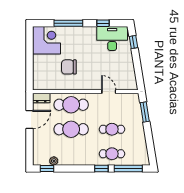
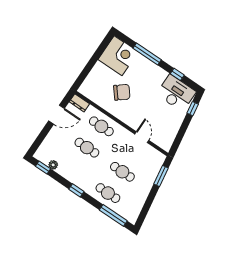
chair: (69, 67) -> (122, 92), turned 141
cafe table: (71, 105) -> (101, 126), width x0.73, depth x0.74
cafe table: (71, 129) -> (87, 148), width x0.73, depth x0.74
window: (101, 168) -> (76, 190), moved

